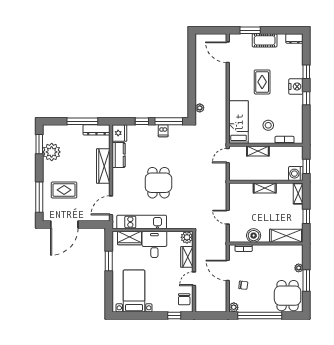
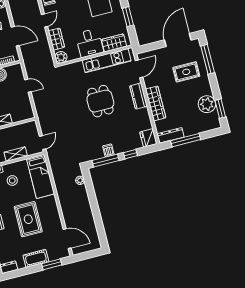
rug: (262, 82) -> (28, 219), width x1.36, depth x1.43
kitchen counter: (118, 155) -> (139, 96), moved

